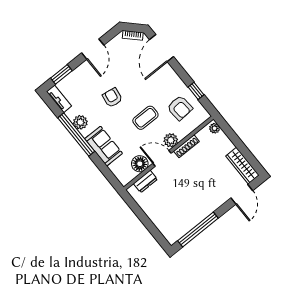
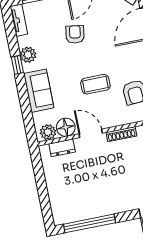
armchair: (112, 98) -> (75, 34), moved
window: (76, 135) -> (17, 65), width x0.32
plant: (171, 140) -> (48, 132), moved

